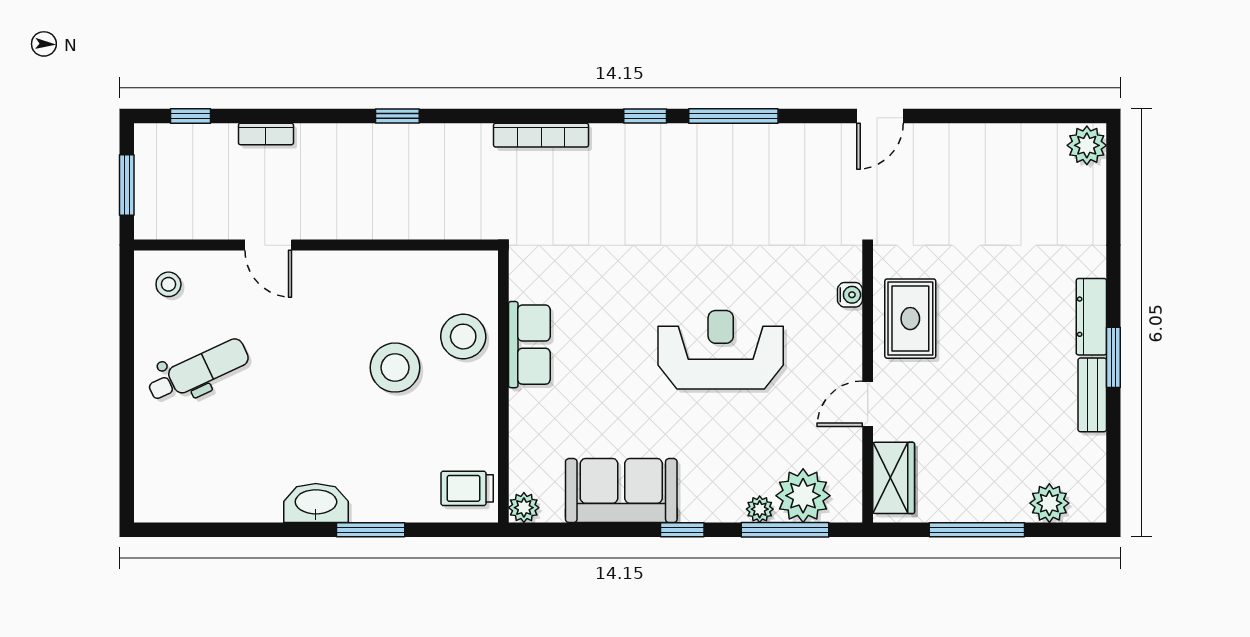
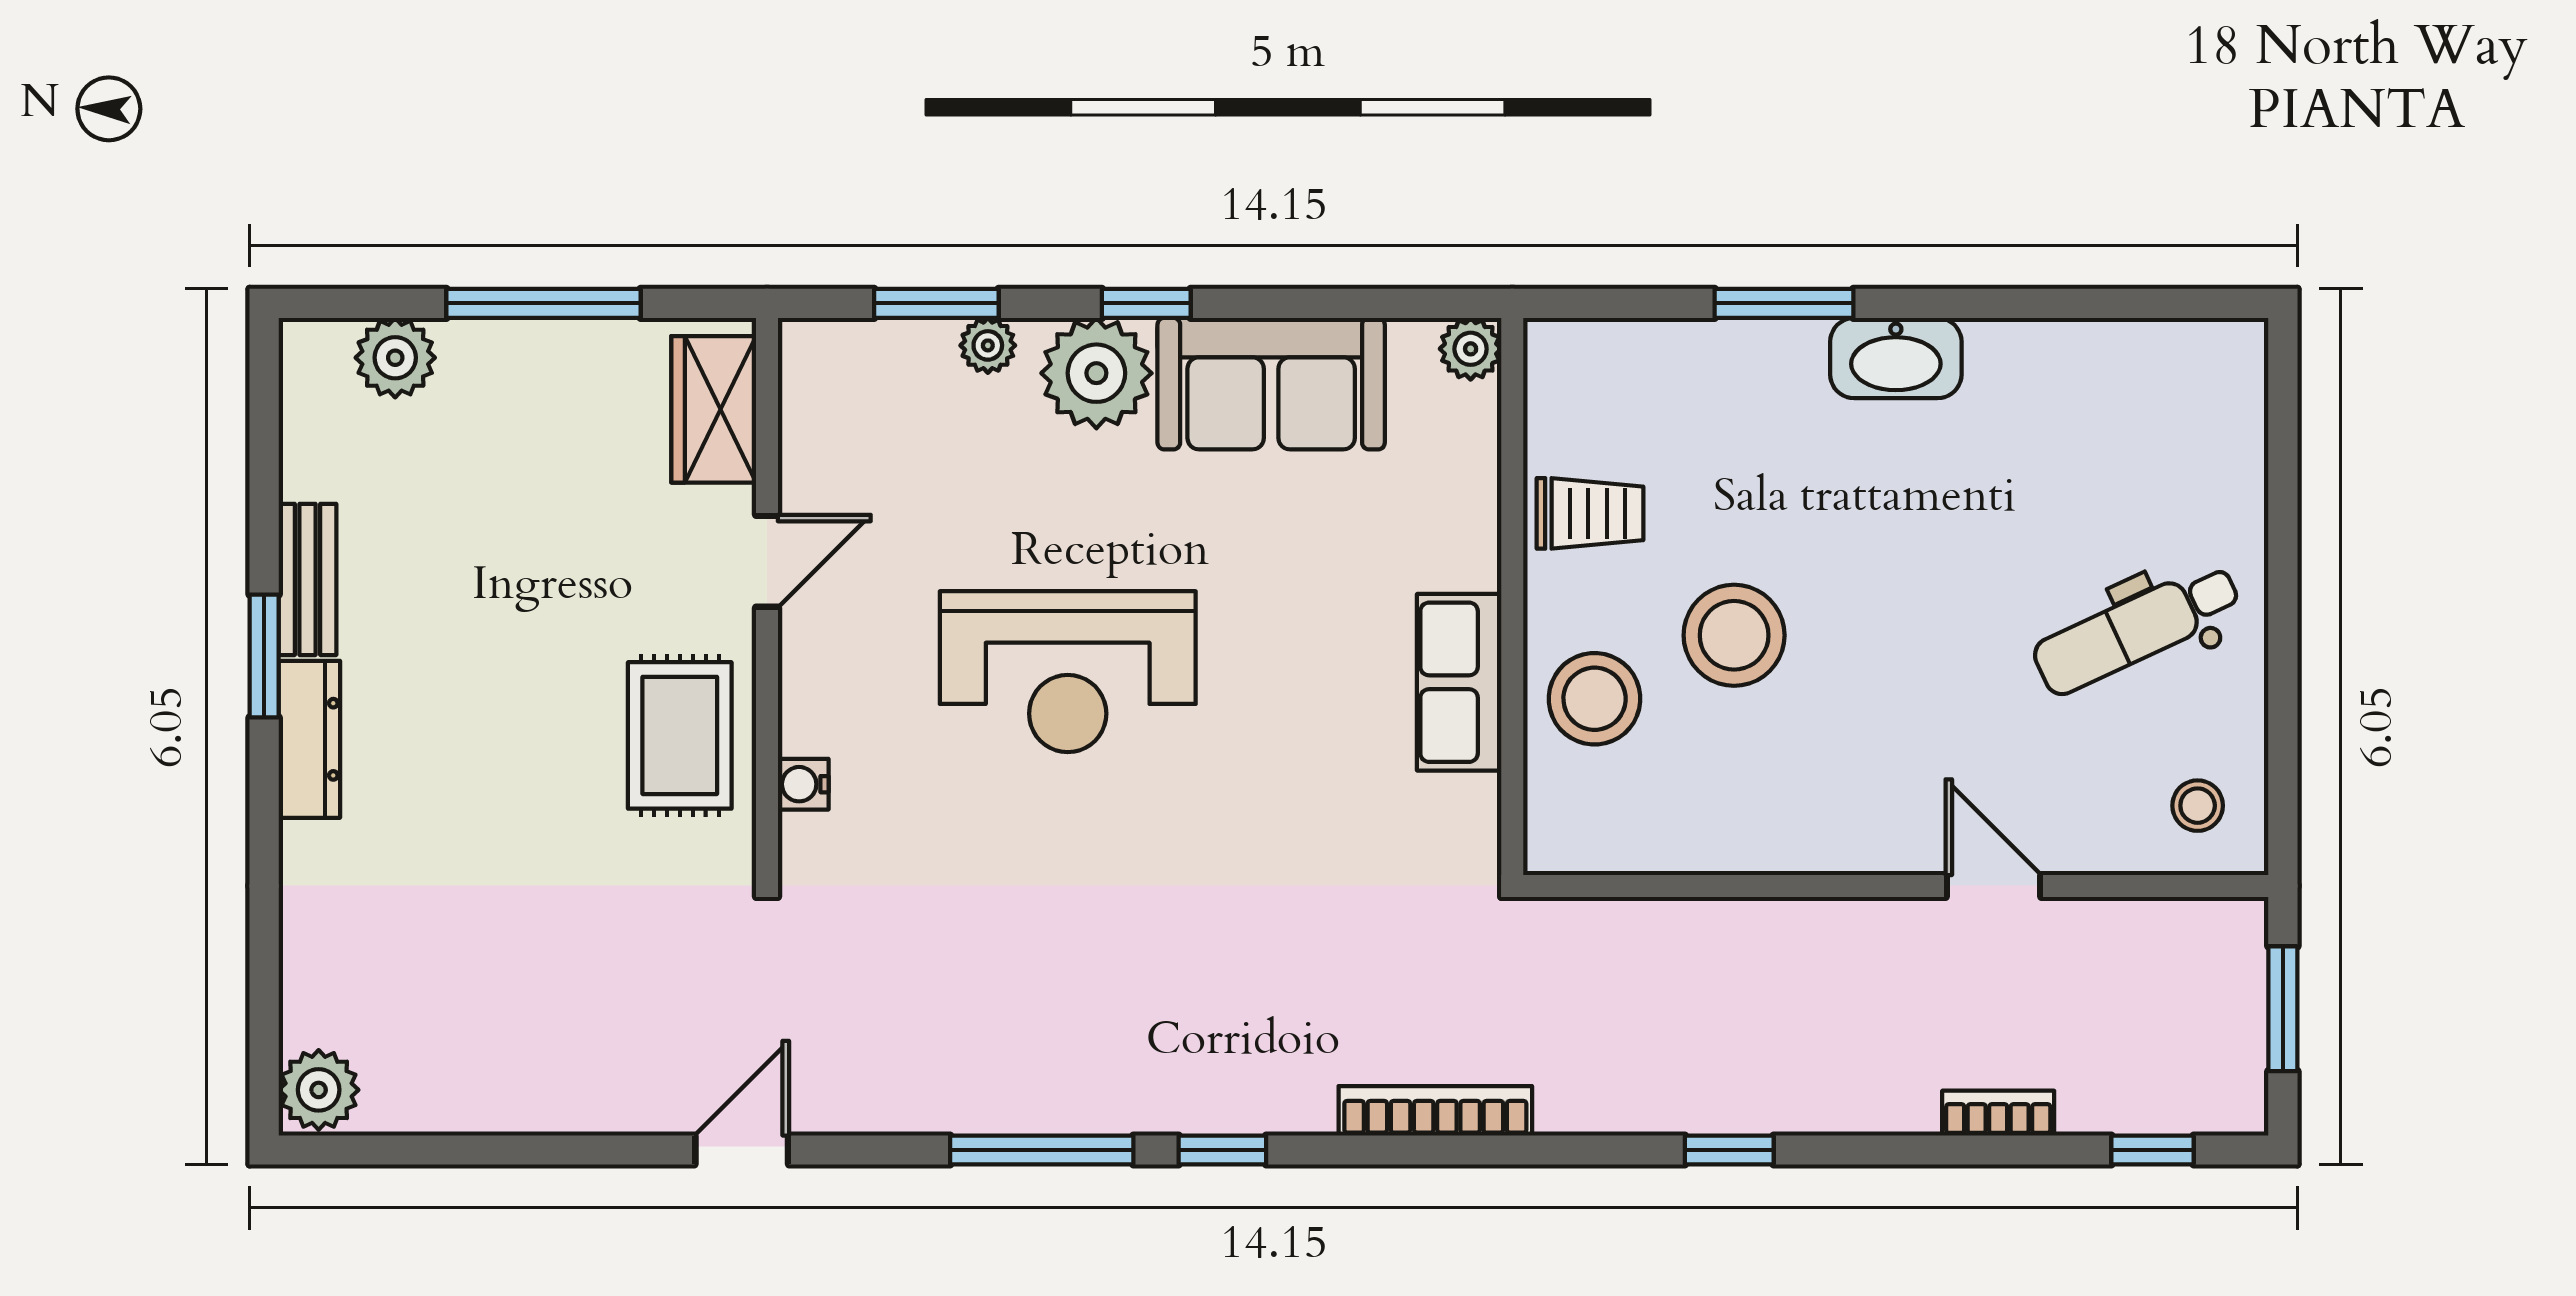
trolley: (467, 488) -> (1590, 513), moved
plant: (803, 496) -> (1096, 373), moved
window: (785, 530) -> (936, 303), width x0.69

